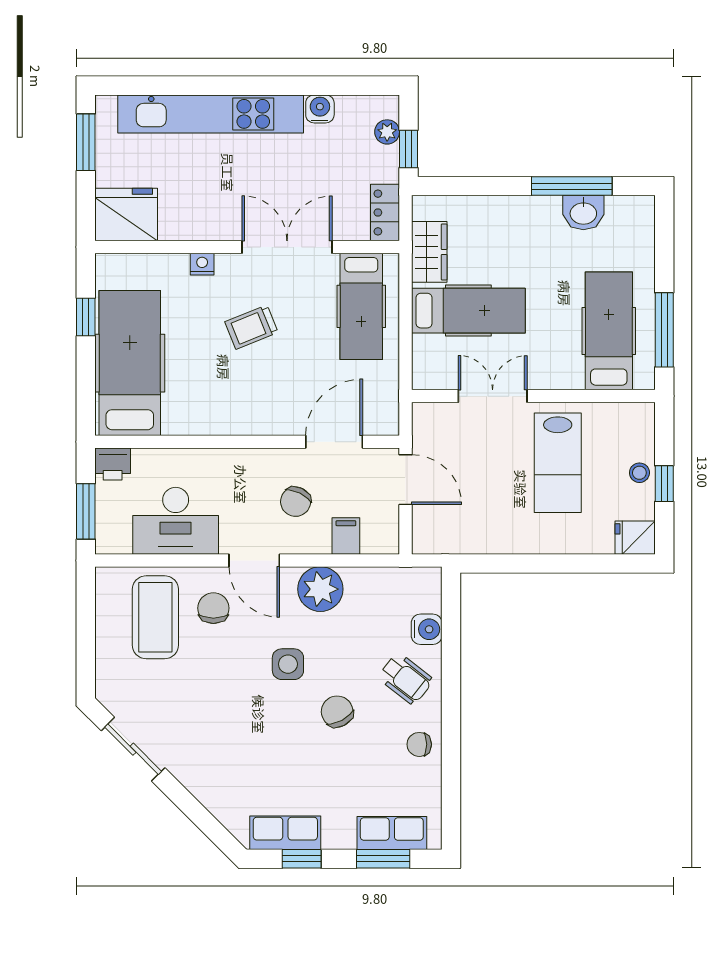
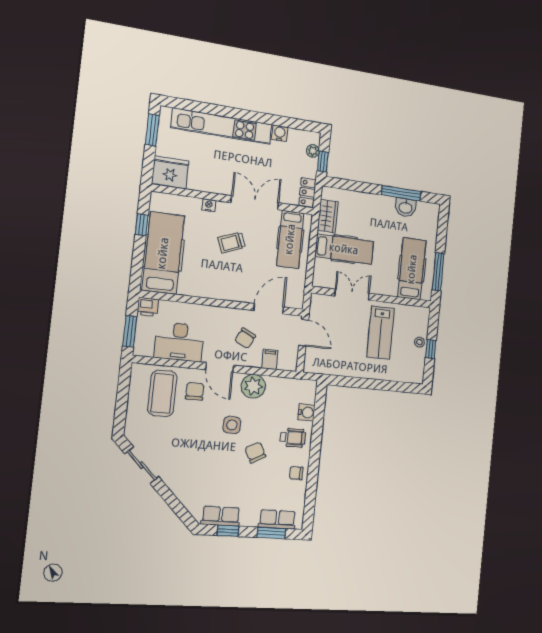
fridge: (635, 538) -> (414, 375), removed
wheelchair: (406, 679) -> (293, 438), turned -38

